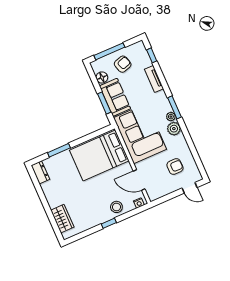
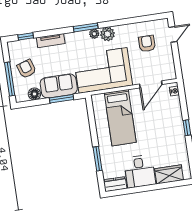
bed: (99, 155) -> (120, 118), width x0.67
desk: (58, 191) -> (140, 171), added
stool: (116, 207) -> (172, 115), removed

